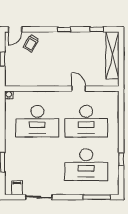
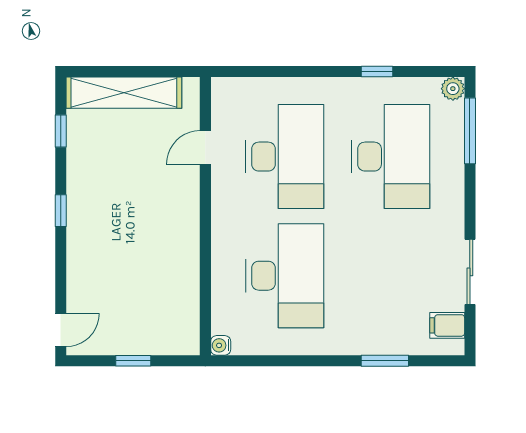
door: (15, 29) -> (61, 330), hinge flipped
trolley: (31, 43) -> (95, 291), removed
door: (79, 89) -> (205, 147), moved
plant: (114, 190) -> (453, 89), added

